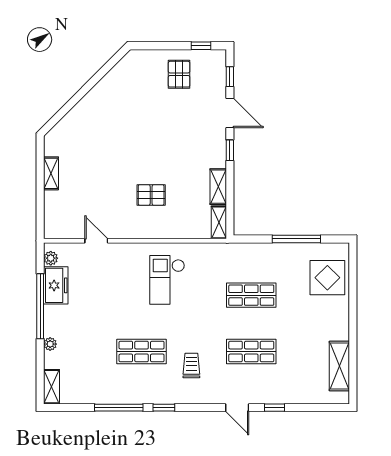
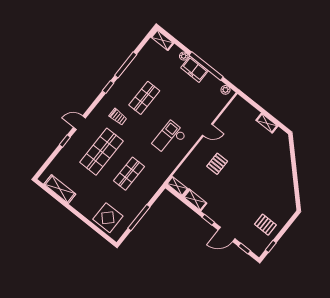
door: (96, 241) -> (208, 130), moved
checkout: (167, 280) -> (169, 138), turned -90
freezer: (56, 285) -> (195, 69), moved
shop shelf: (251, 351) -> (101, 152), width x1.43, depth x1.36

